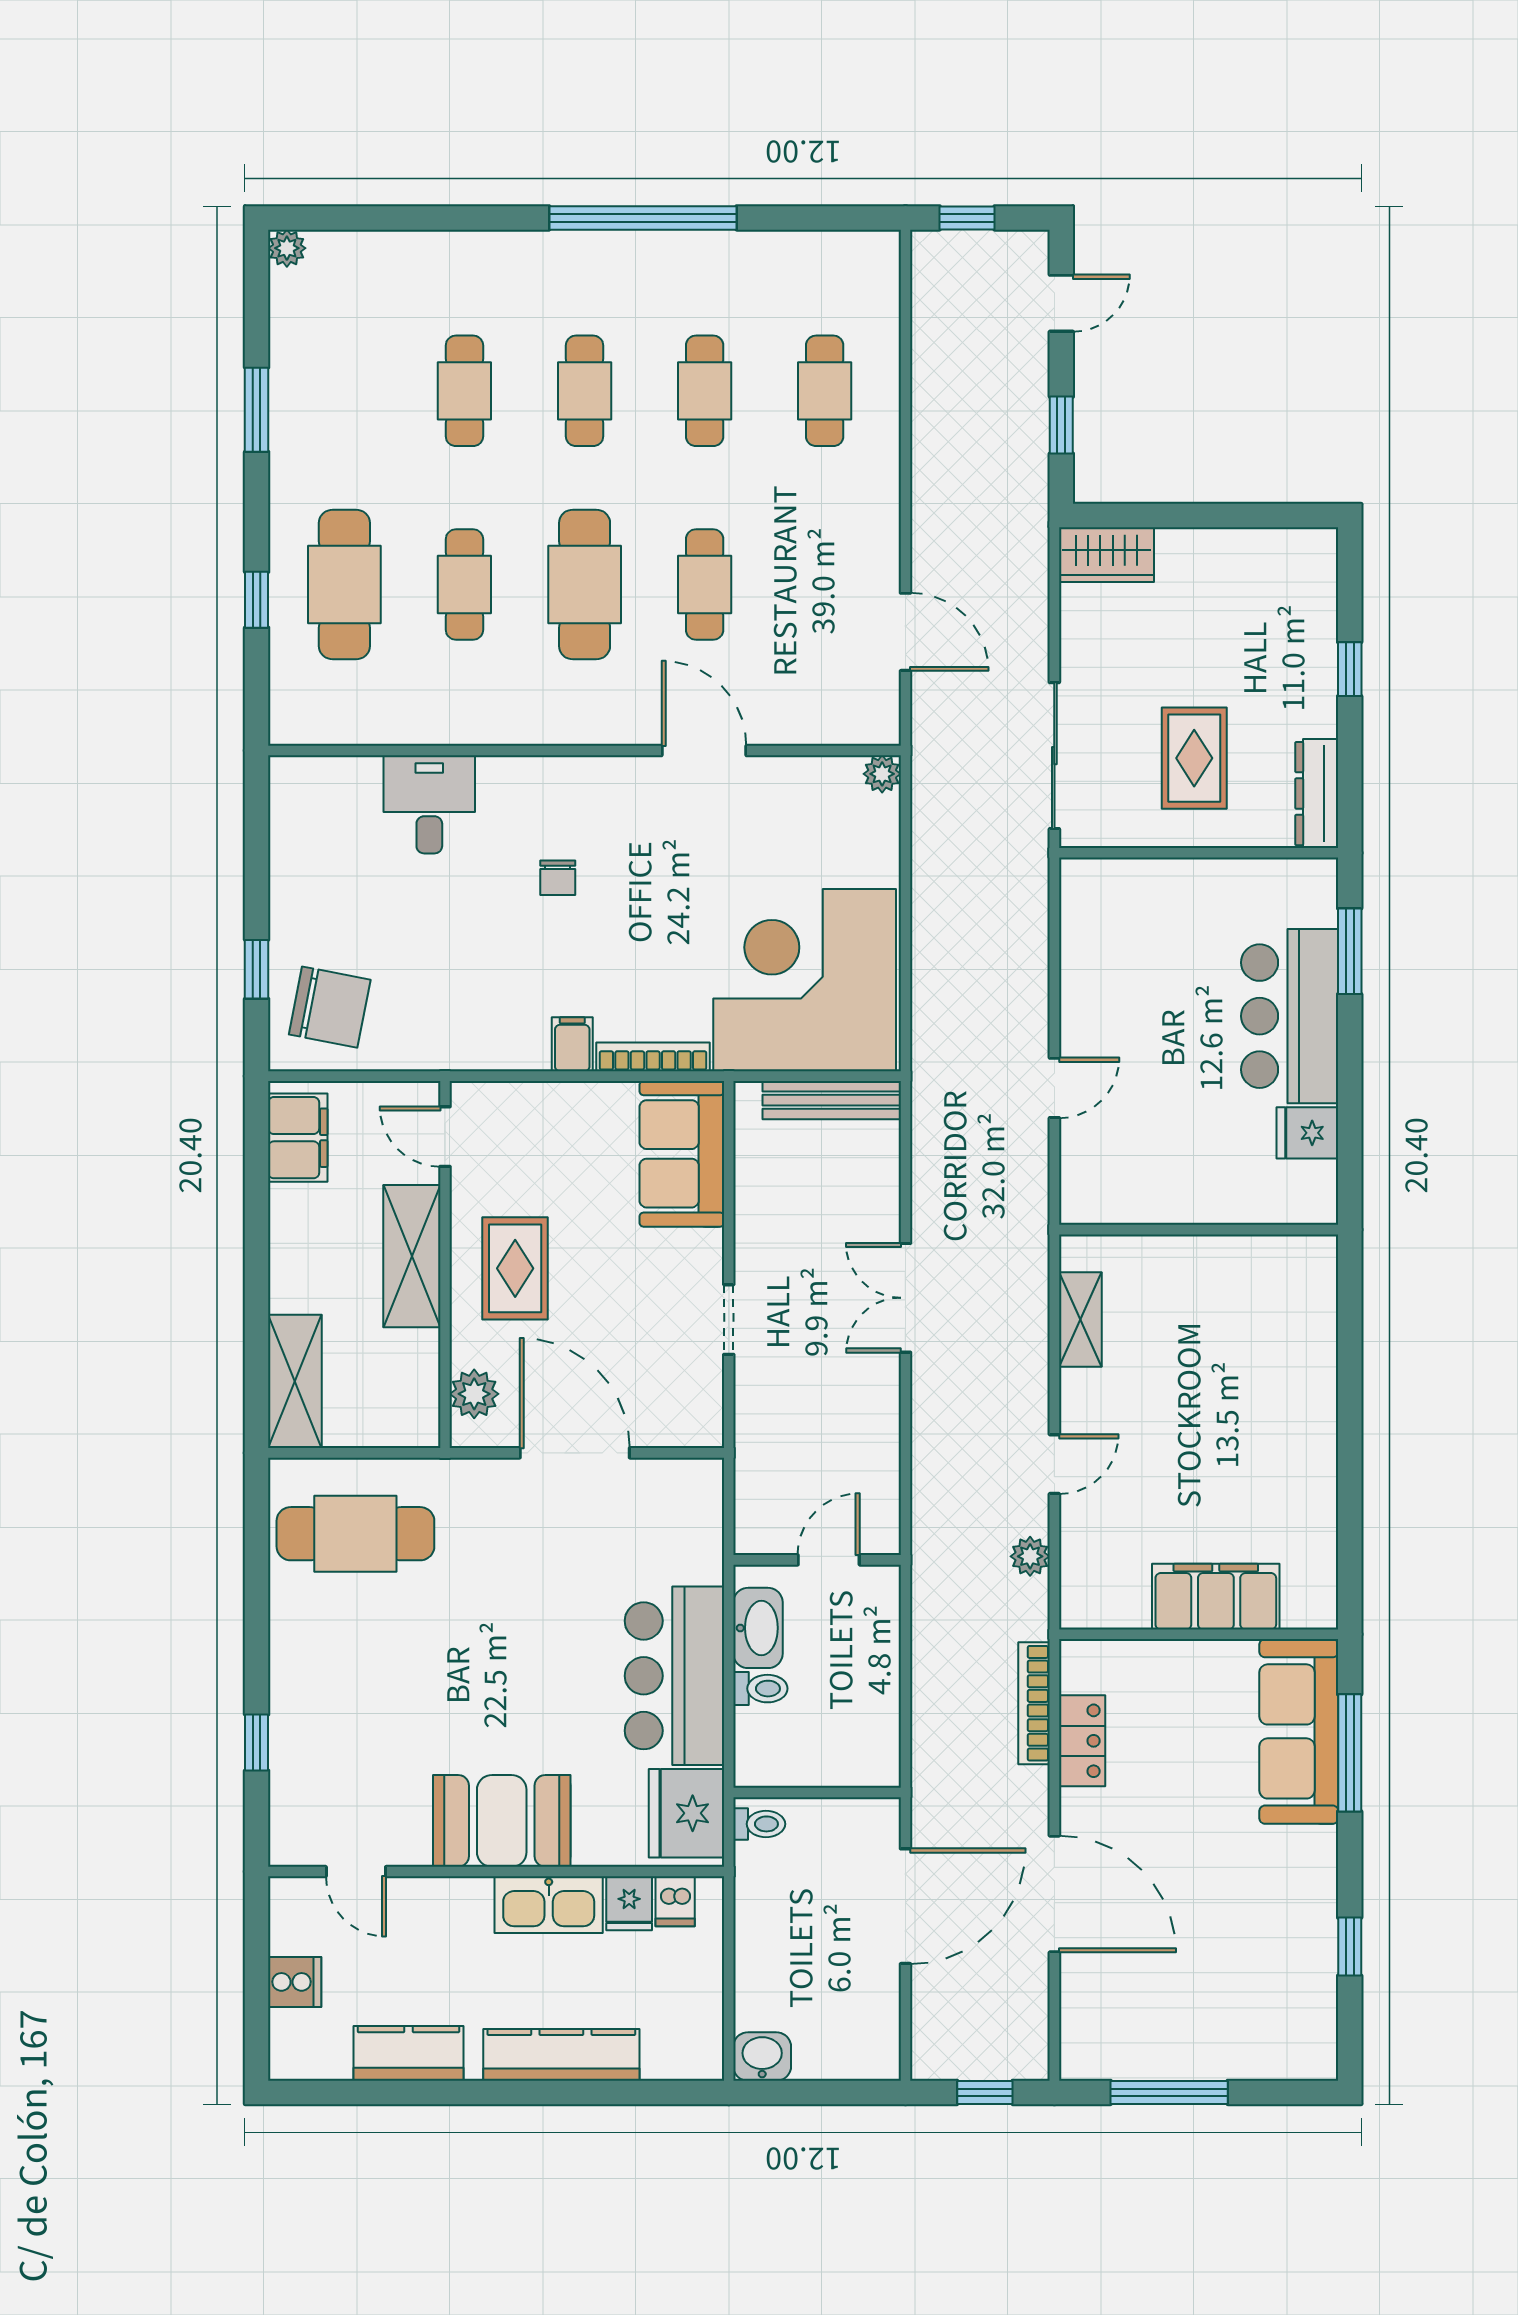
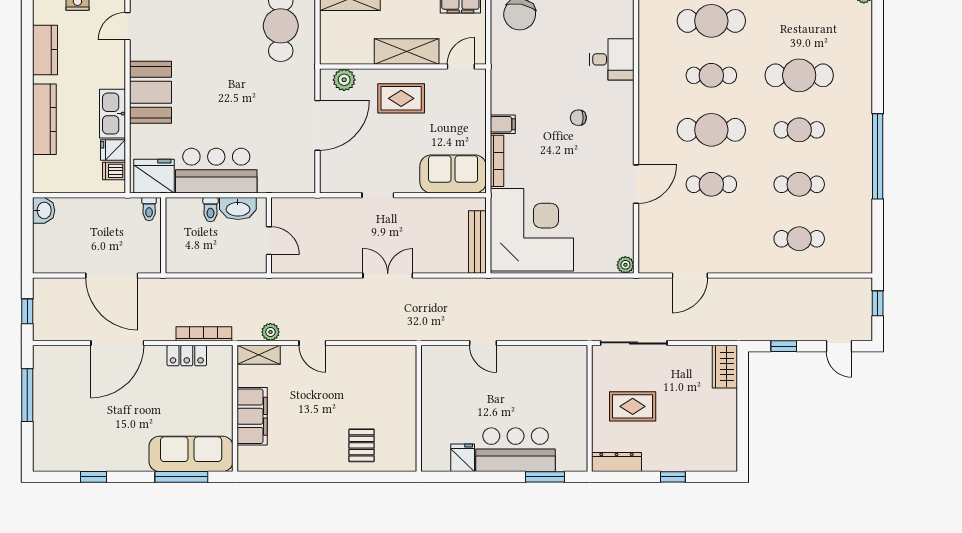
cafe table: (464, 391) -> (799, 75), width x1.37, depth x1.35
shelving: (1080, 1319) -> (259, 355), moved
pallet: (1280, 1356) -> (362, 445), added

